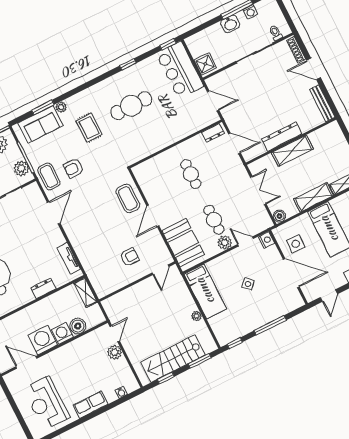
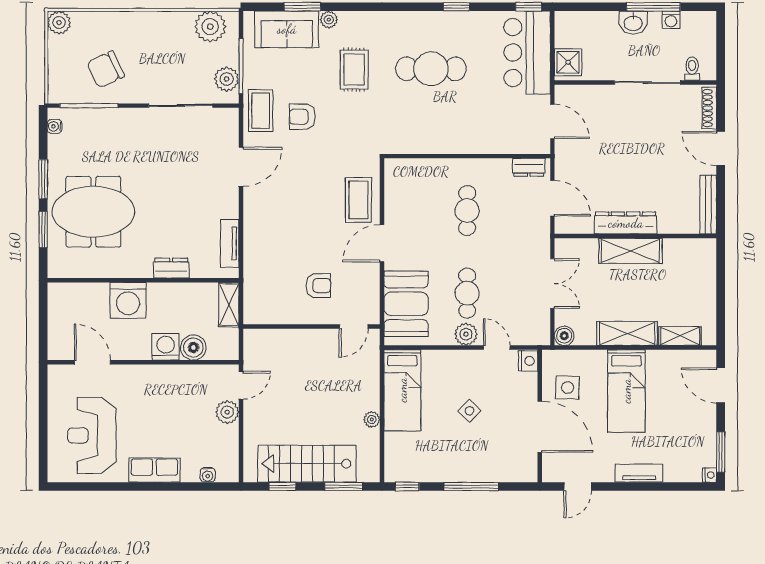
washing machine: (43, 340) -> (128, 300), moved, turned 180

